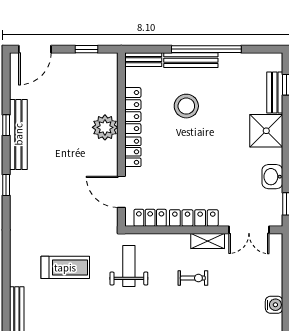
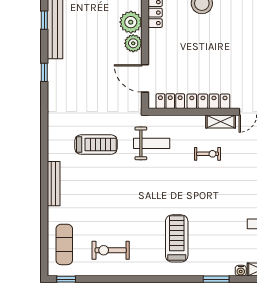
plant: (108, 152) -> (133, 43), added
locker: (133, 152) -> (155, 43), removed
weight bench: (129, 266) -> (152, 143), turned 90

